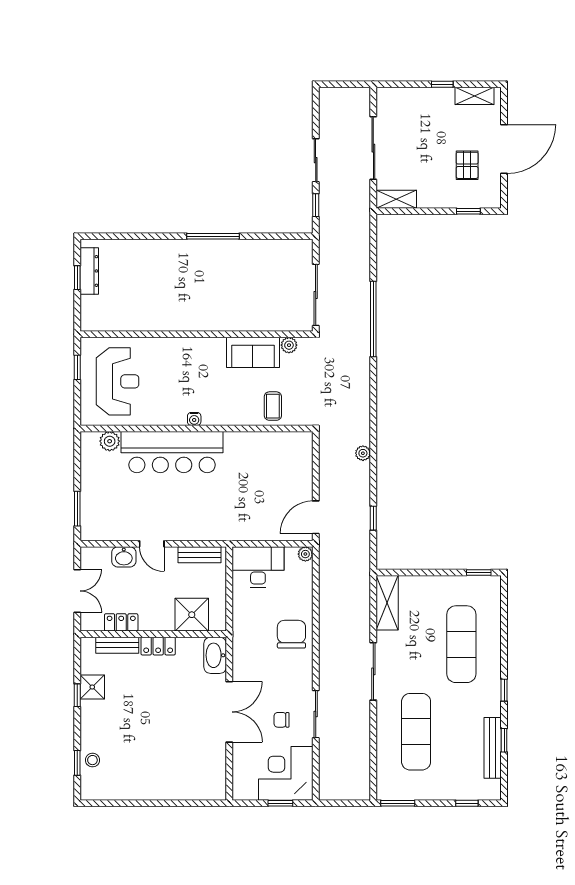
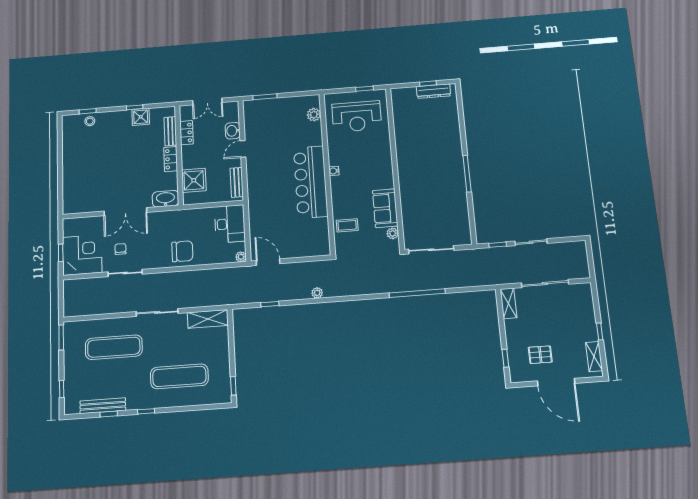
bar counter: (172, 452) -> (311, 182), moved

